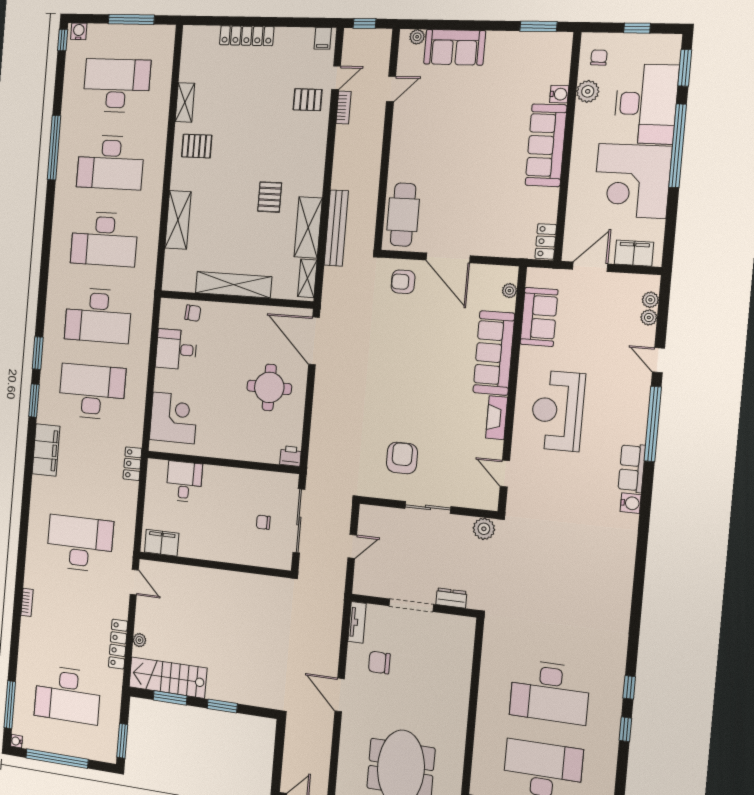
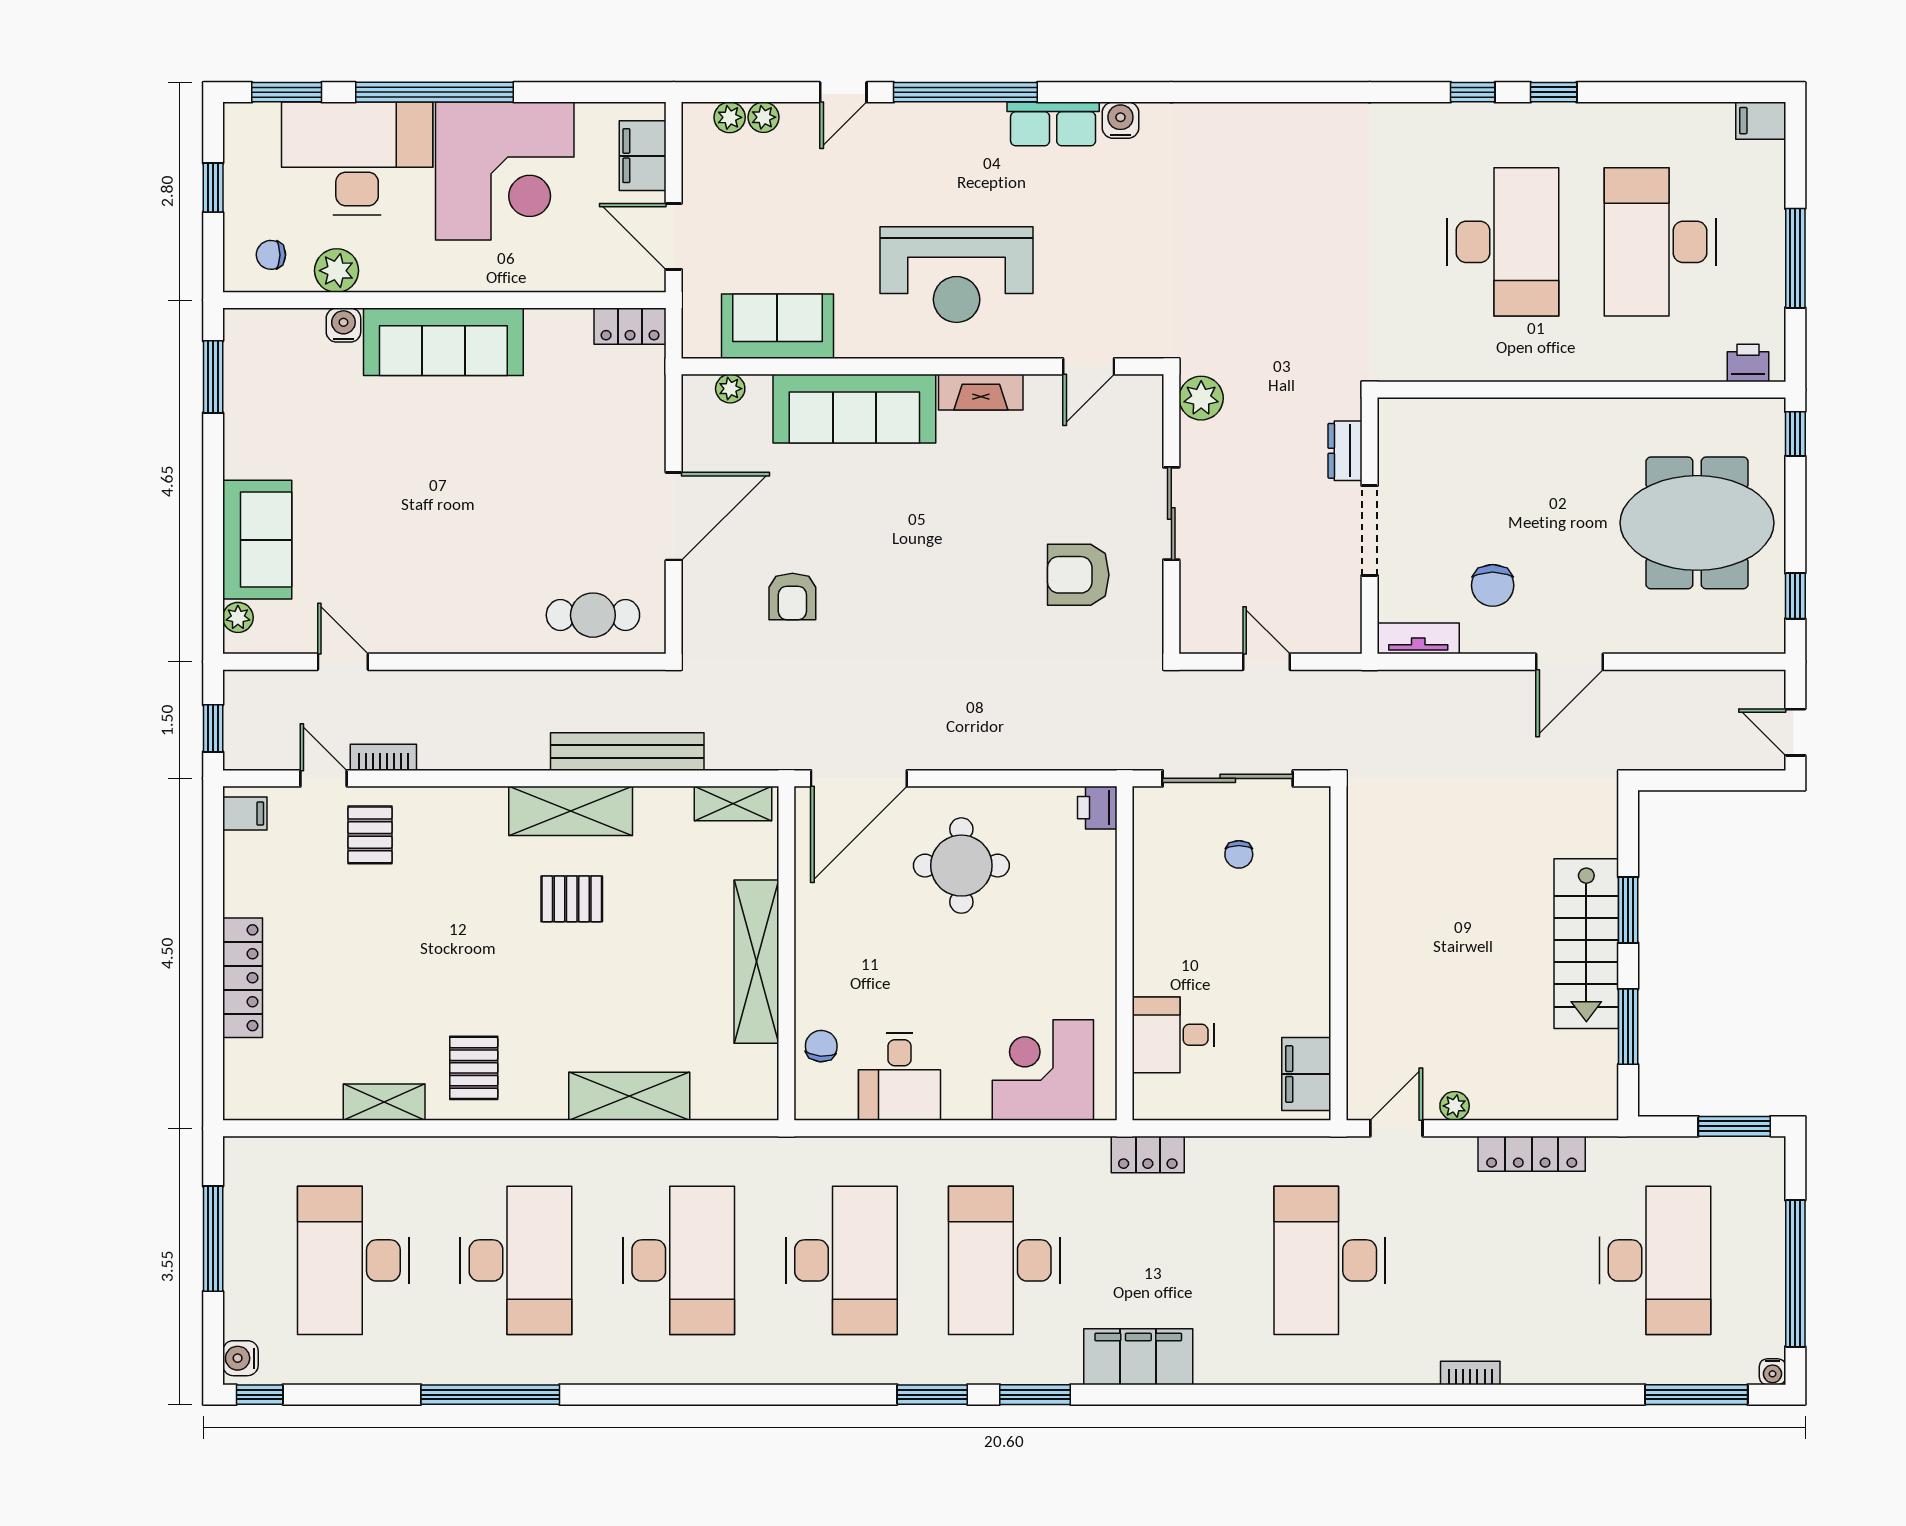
cafe table: (403, 215) -> (593, 615), width x0.73, depth x0.74
shelving: (308, 227) -> (571, 811), moved
armchair: (403, 282) -> (792, 596), moved
plant: (139, 640) -> (1455, 1106), moved
stairs: (168, 678) -> (1586, 944), moved

